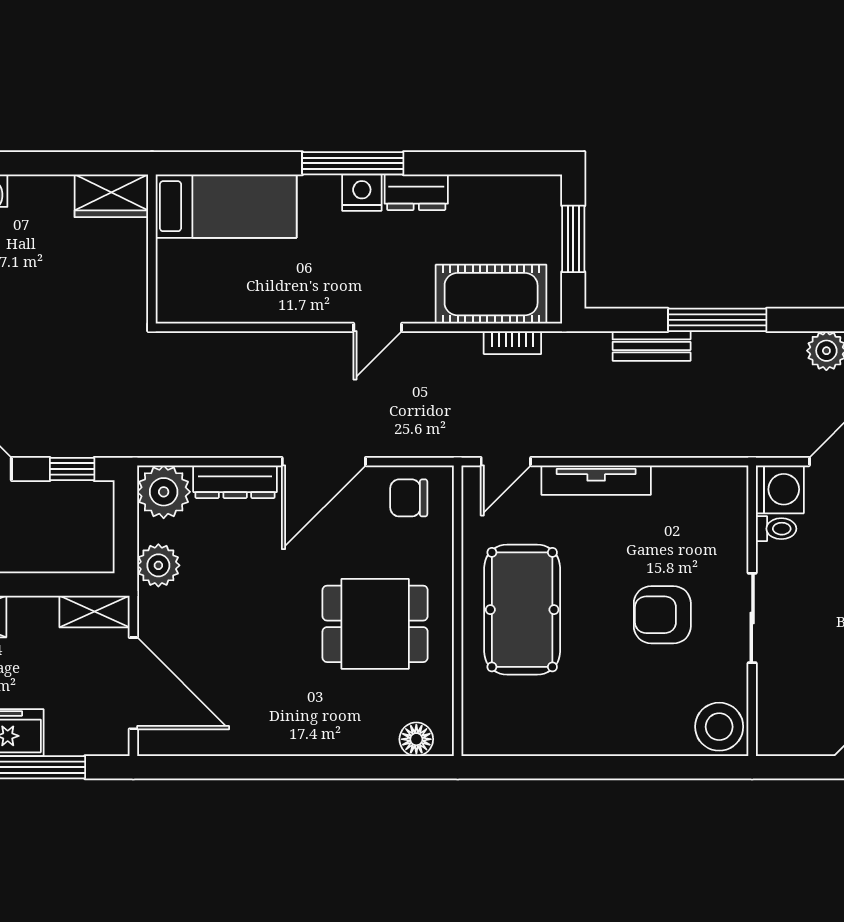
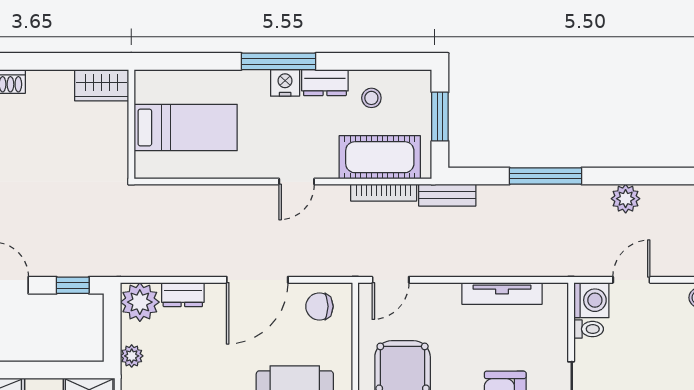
bed: (226, 206) -> (186, 127), moved
stool: (480, 213) -> (371, 98), added
bookcase: (512, 343) -> (384, 193), width x1.56
bench: (652, 346) -> (447, 195), moved
tv unit: (596, 480) -> (502, 293), moved
dresser: (235, 482) -> (183, 295), width x0.70
plant: (158, 565) -> (132, 356), width x0.73, depth x0.73

